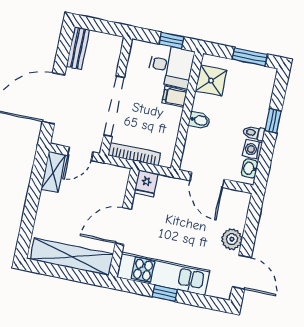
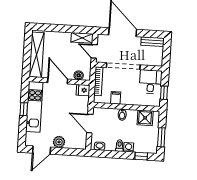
desk: (171, 66) -> (151, 82), moved, turned 180
filing cabinet: (174, 97) -> (116, 98), moved
window: (273, 121) -> (141, 156), moved
washing machine: (252, 149) -> (129, 147), moved
door: (207, 180) -> (90, 124), hinge flipped
boiler: (119, 187) -> (79, 75), added

